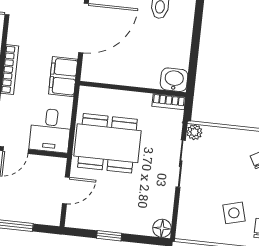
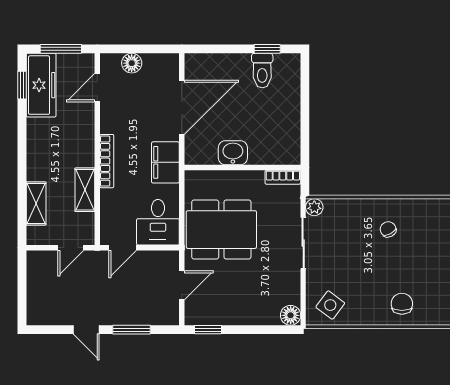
washbasin: (174, 80) -> (233, 153), moved
side table: (234, 213) -> (330, 305), moved, turned -38
window: (109, 236) -> (208, 330), moved

